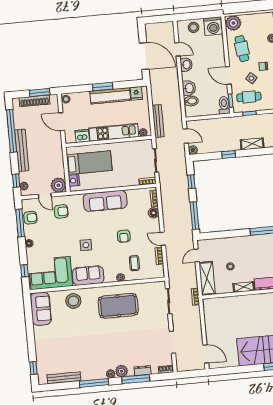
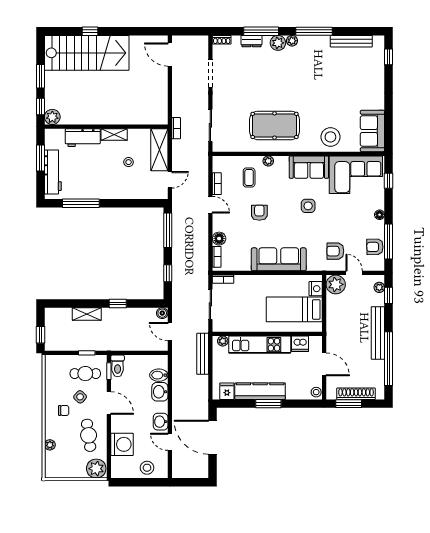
washing machine: (213, 26) -> (122, 444), moved, turned 90

